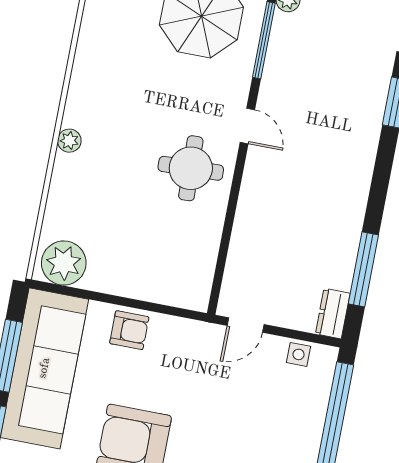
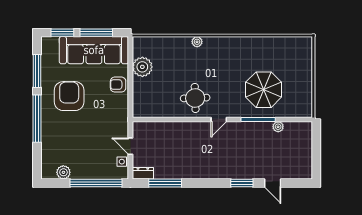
plant: (64, 263) -> (142, 67), moved
door: (246, 325) -> (130, 146), moved
armchair: (129, 330) -> (118, 85), turned 90

